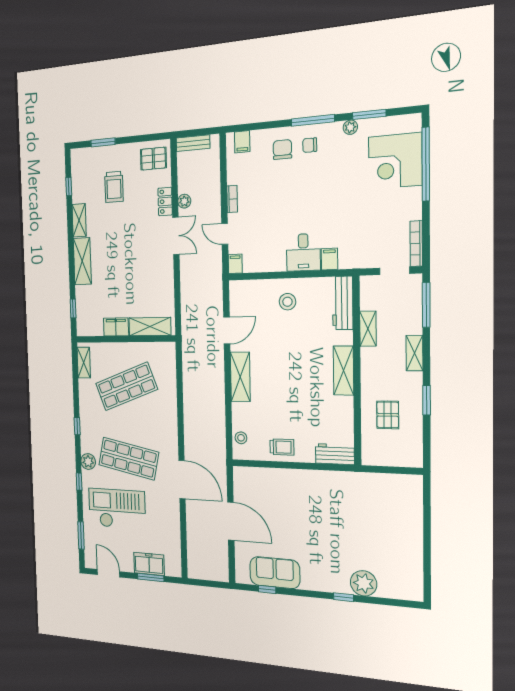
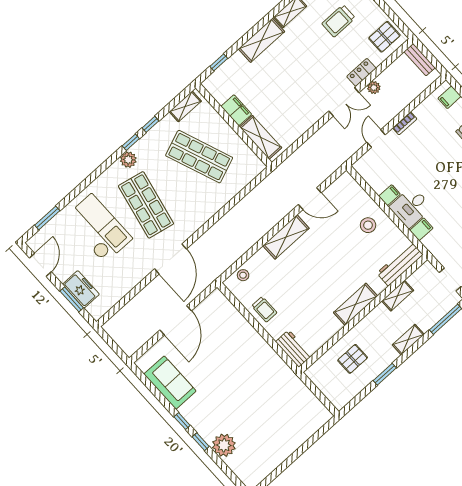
pallet: (153, 159) -> (384, 37), turned 90
filing cabinet: (235, 264) -> (389, 195), moved
plant: (88, 462) -> (128, 160), moved
window: (79, 482) -> (151, 124), moved
window: (267, 589) -> (182, 421), moved

